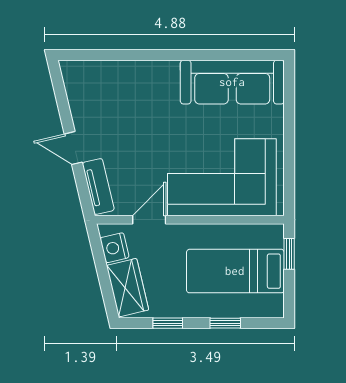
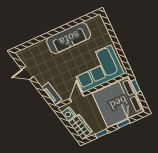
sofa: (232, 82) -> (69, 38), moved
door: (73, 148) -> (28, 73), moved
bed: (235, 271) -> (118, 102), width x2.04

